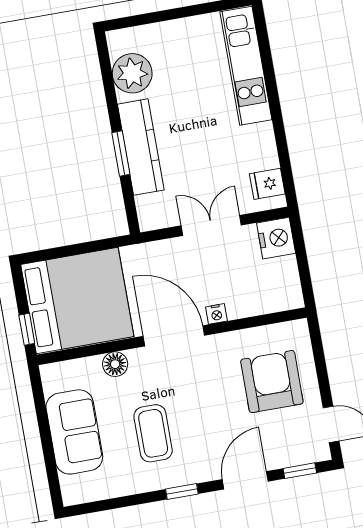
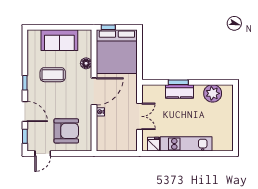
kitchen unit: (246, 66) -> (186, 144), moved
kitchen counter: (141, 147) -> (180, 91), width x0.67
nightstand: (276, 238) -> (129, 144), removed

